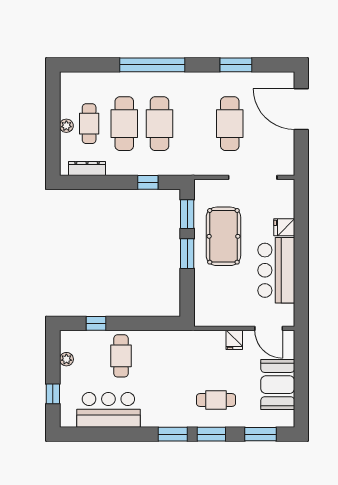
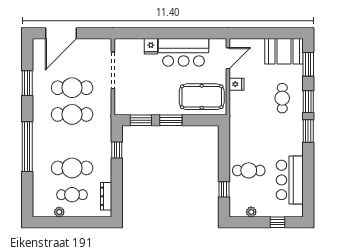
cafe table: (159, 124) -> (72, 114), moved
plant: (66, 126) -> (59, 212), moved
pool table: (223, 236) -> (202, 97), moved
booth: (278, 385) -> (284, 51), moved

